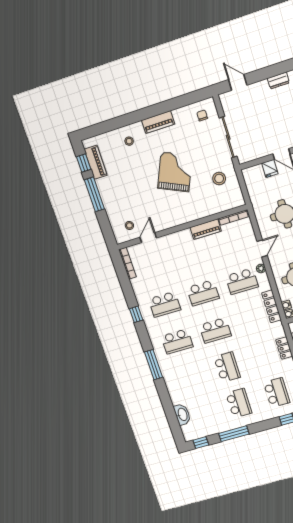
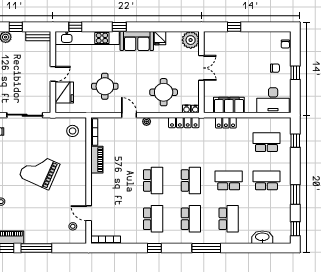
fridge: (270, 168) -> (64, 93), width x1.88, depth x1.34
stool: (219, 179) -> (73, 131), moved
school desk: (242, 281) -> (229, 219), moved
window: (234, 434) -> (295, 195), width x0.69

